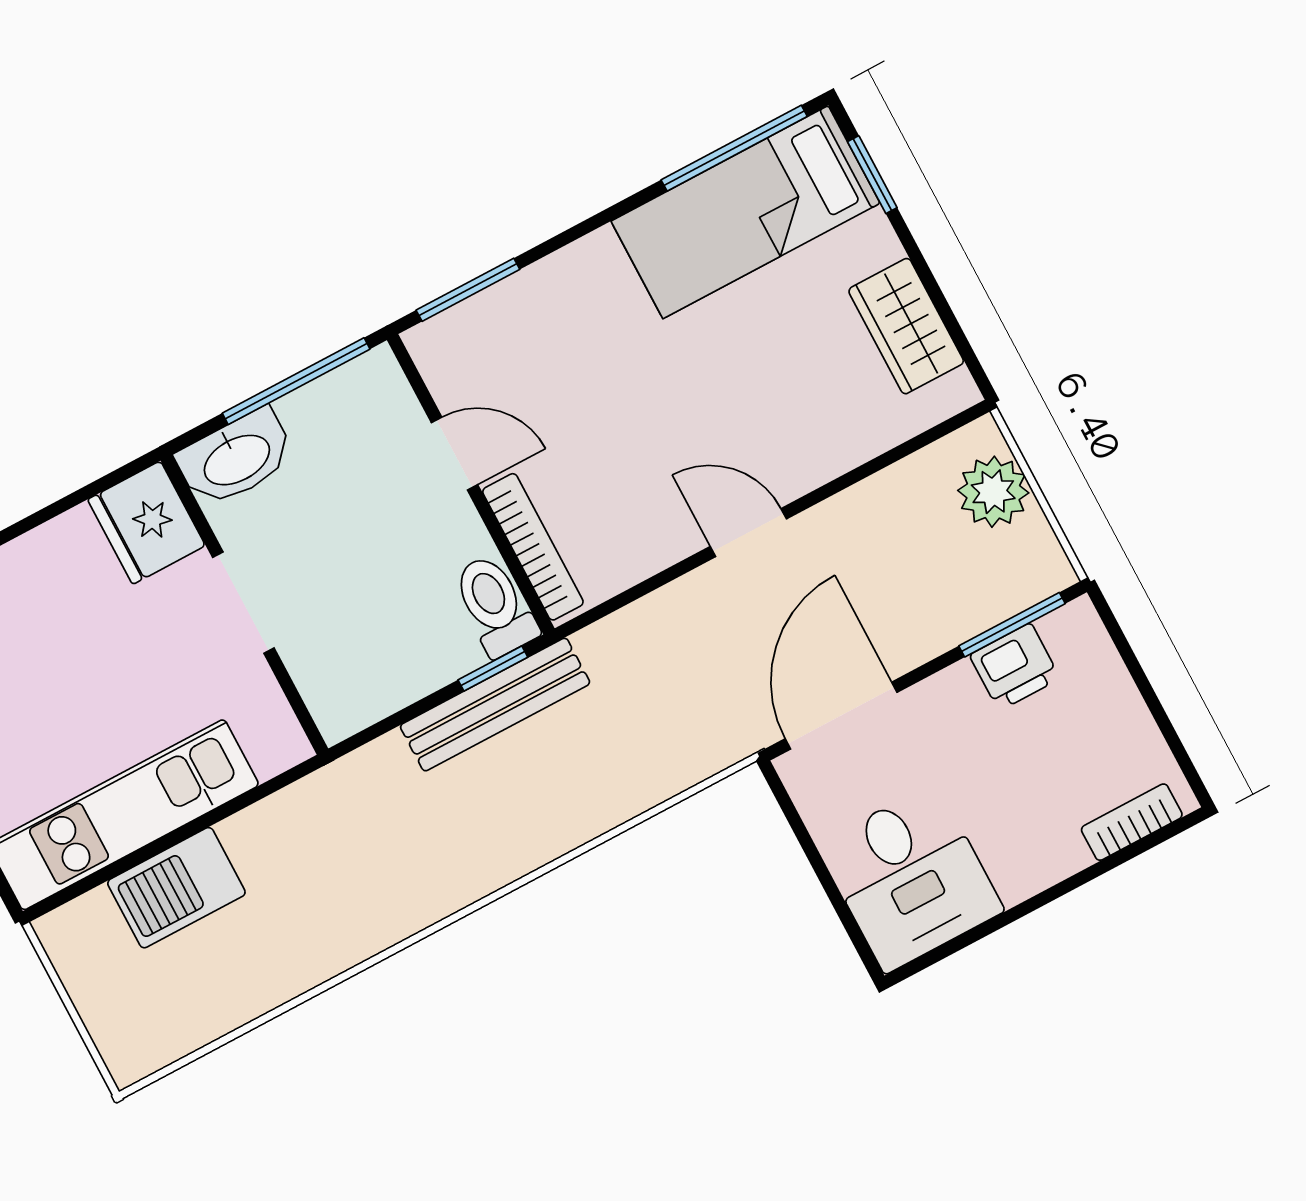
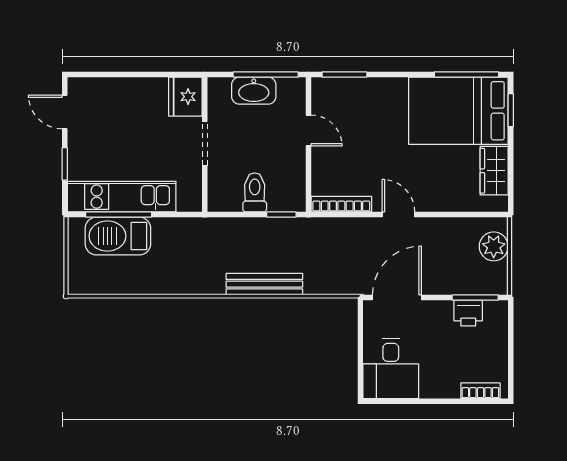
bed: (746, 212) -> (458, 111), width x1.50
washbasin: (236, 458) -> (254, 91), moved
bookcase: (533, 547) -> (341, 204), moved, turned -90
toilet: (495, 605) -> (255, 192), moved
bench: (495, 705) -> (264, 284), moved
window: (138, 857) -> (119, 215), added
barbecue: (176, 888) -> (118, 236), width x1.37, depth x1.21

